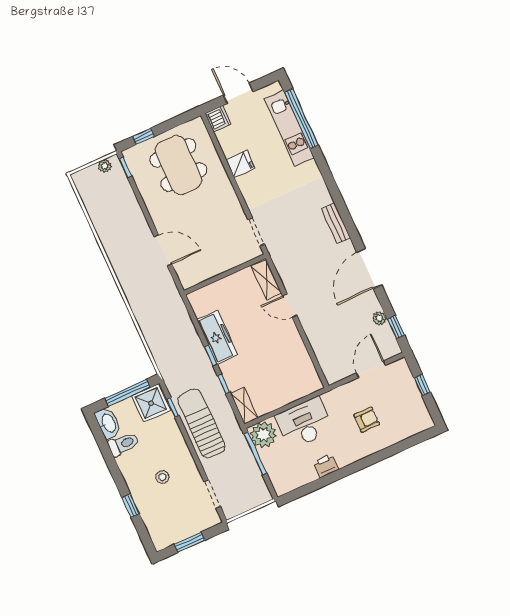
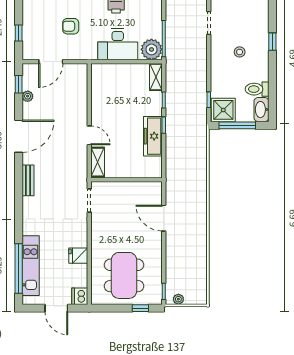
sun lounger: (201, 423) -> (193, 78), removed

